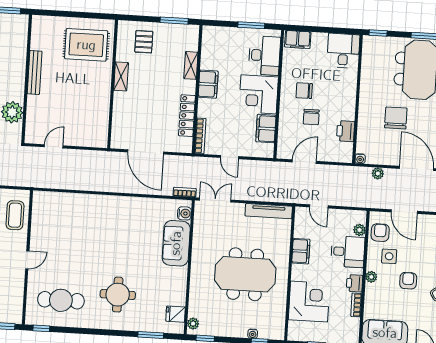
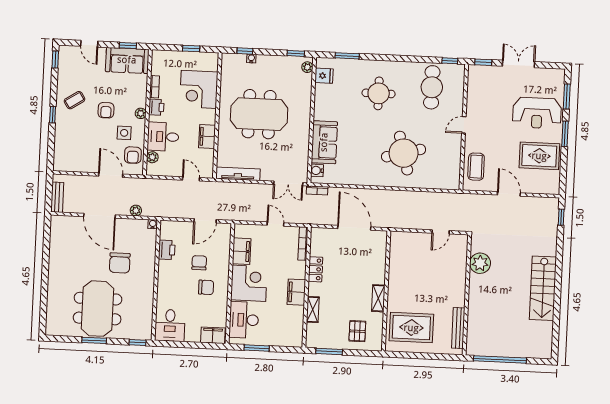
bench: (35, 72) -> (458, 328), moved
locker: (187, 116) -> (316, 269), width x0.66
round table: (92, 231) -> (404, 153), added
cafe table: (61, 300) -> (432, 87), turned 90

